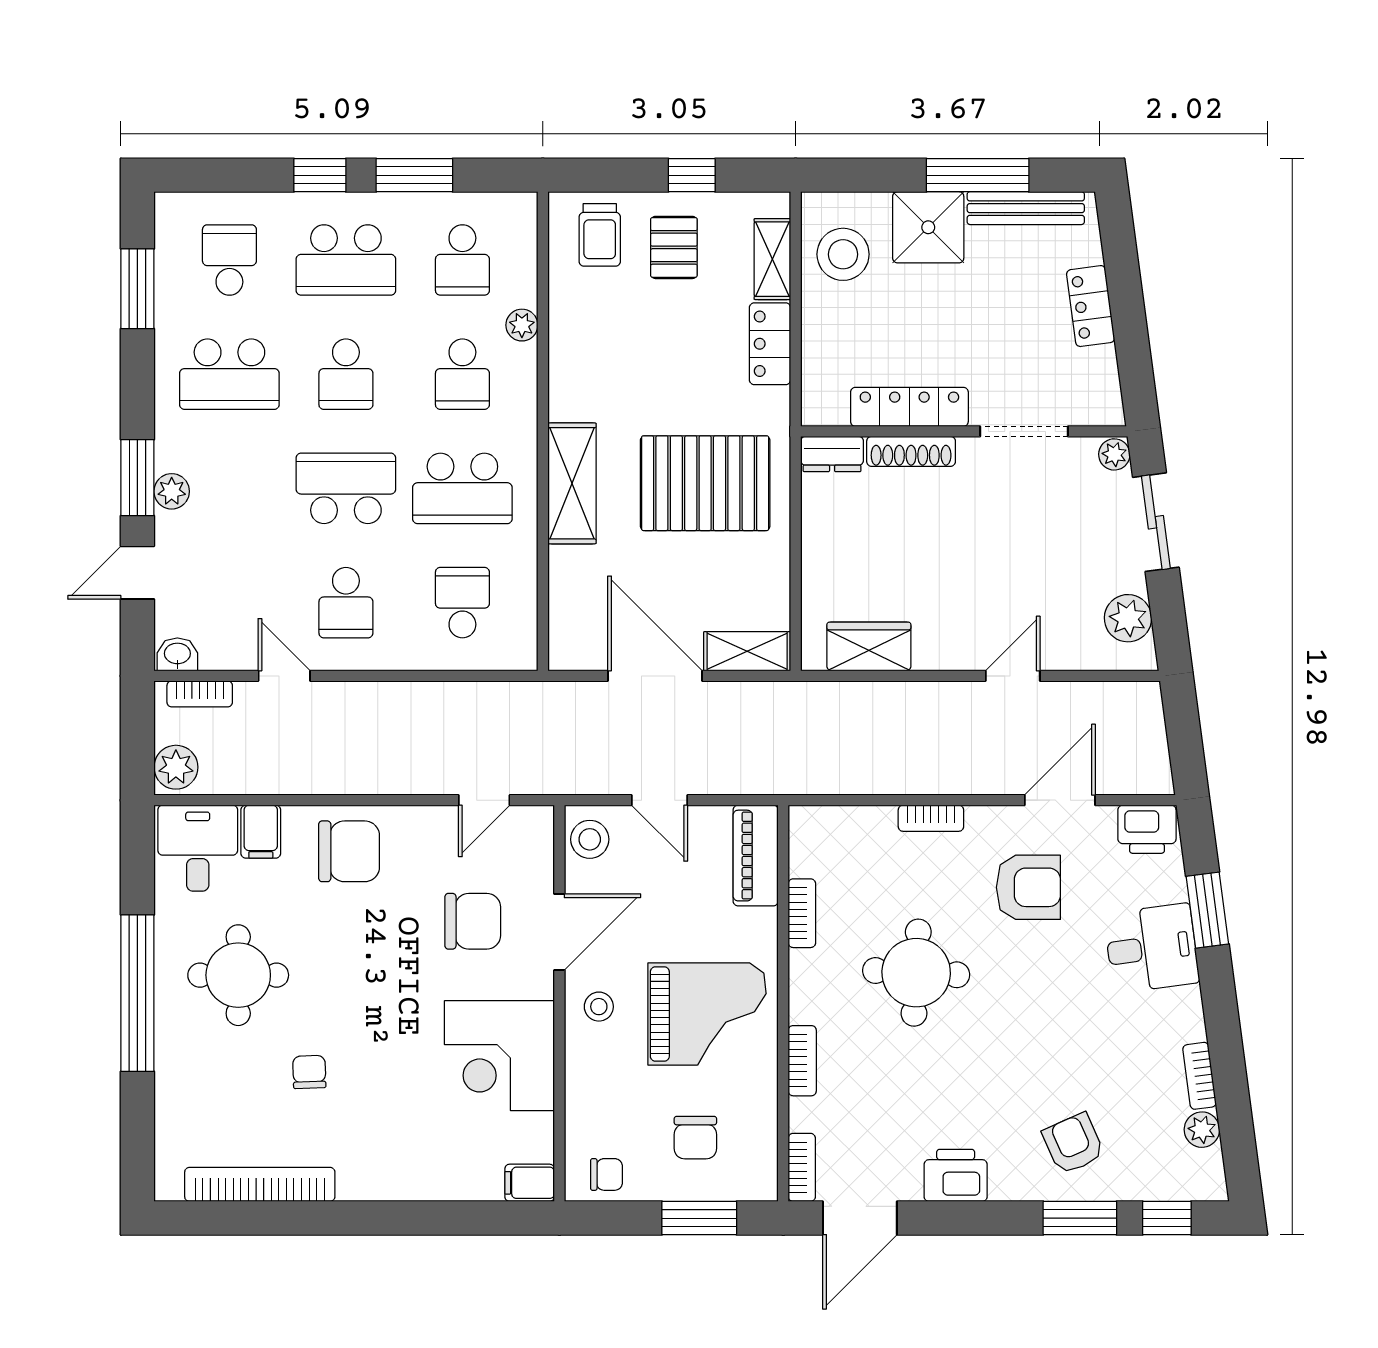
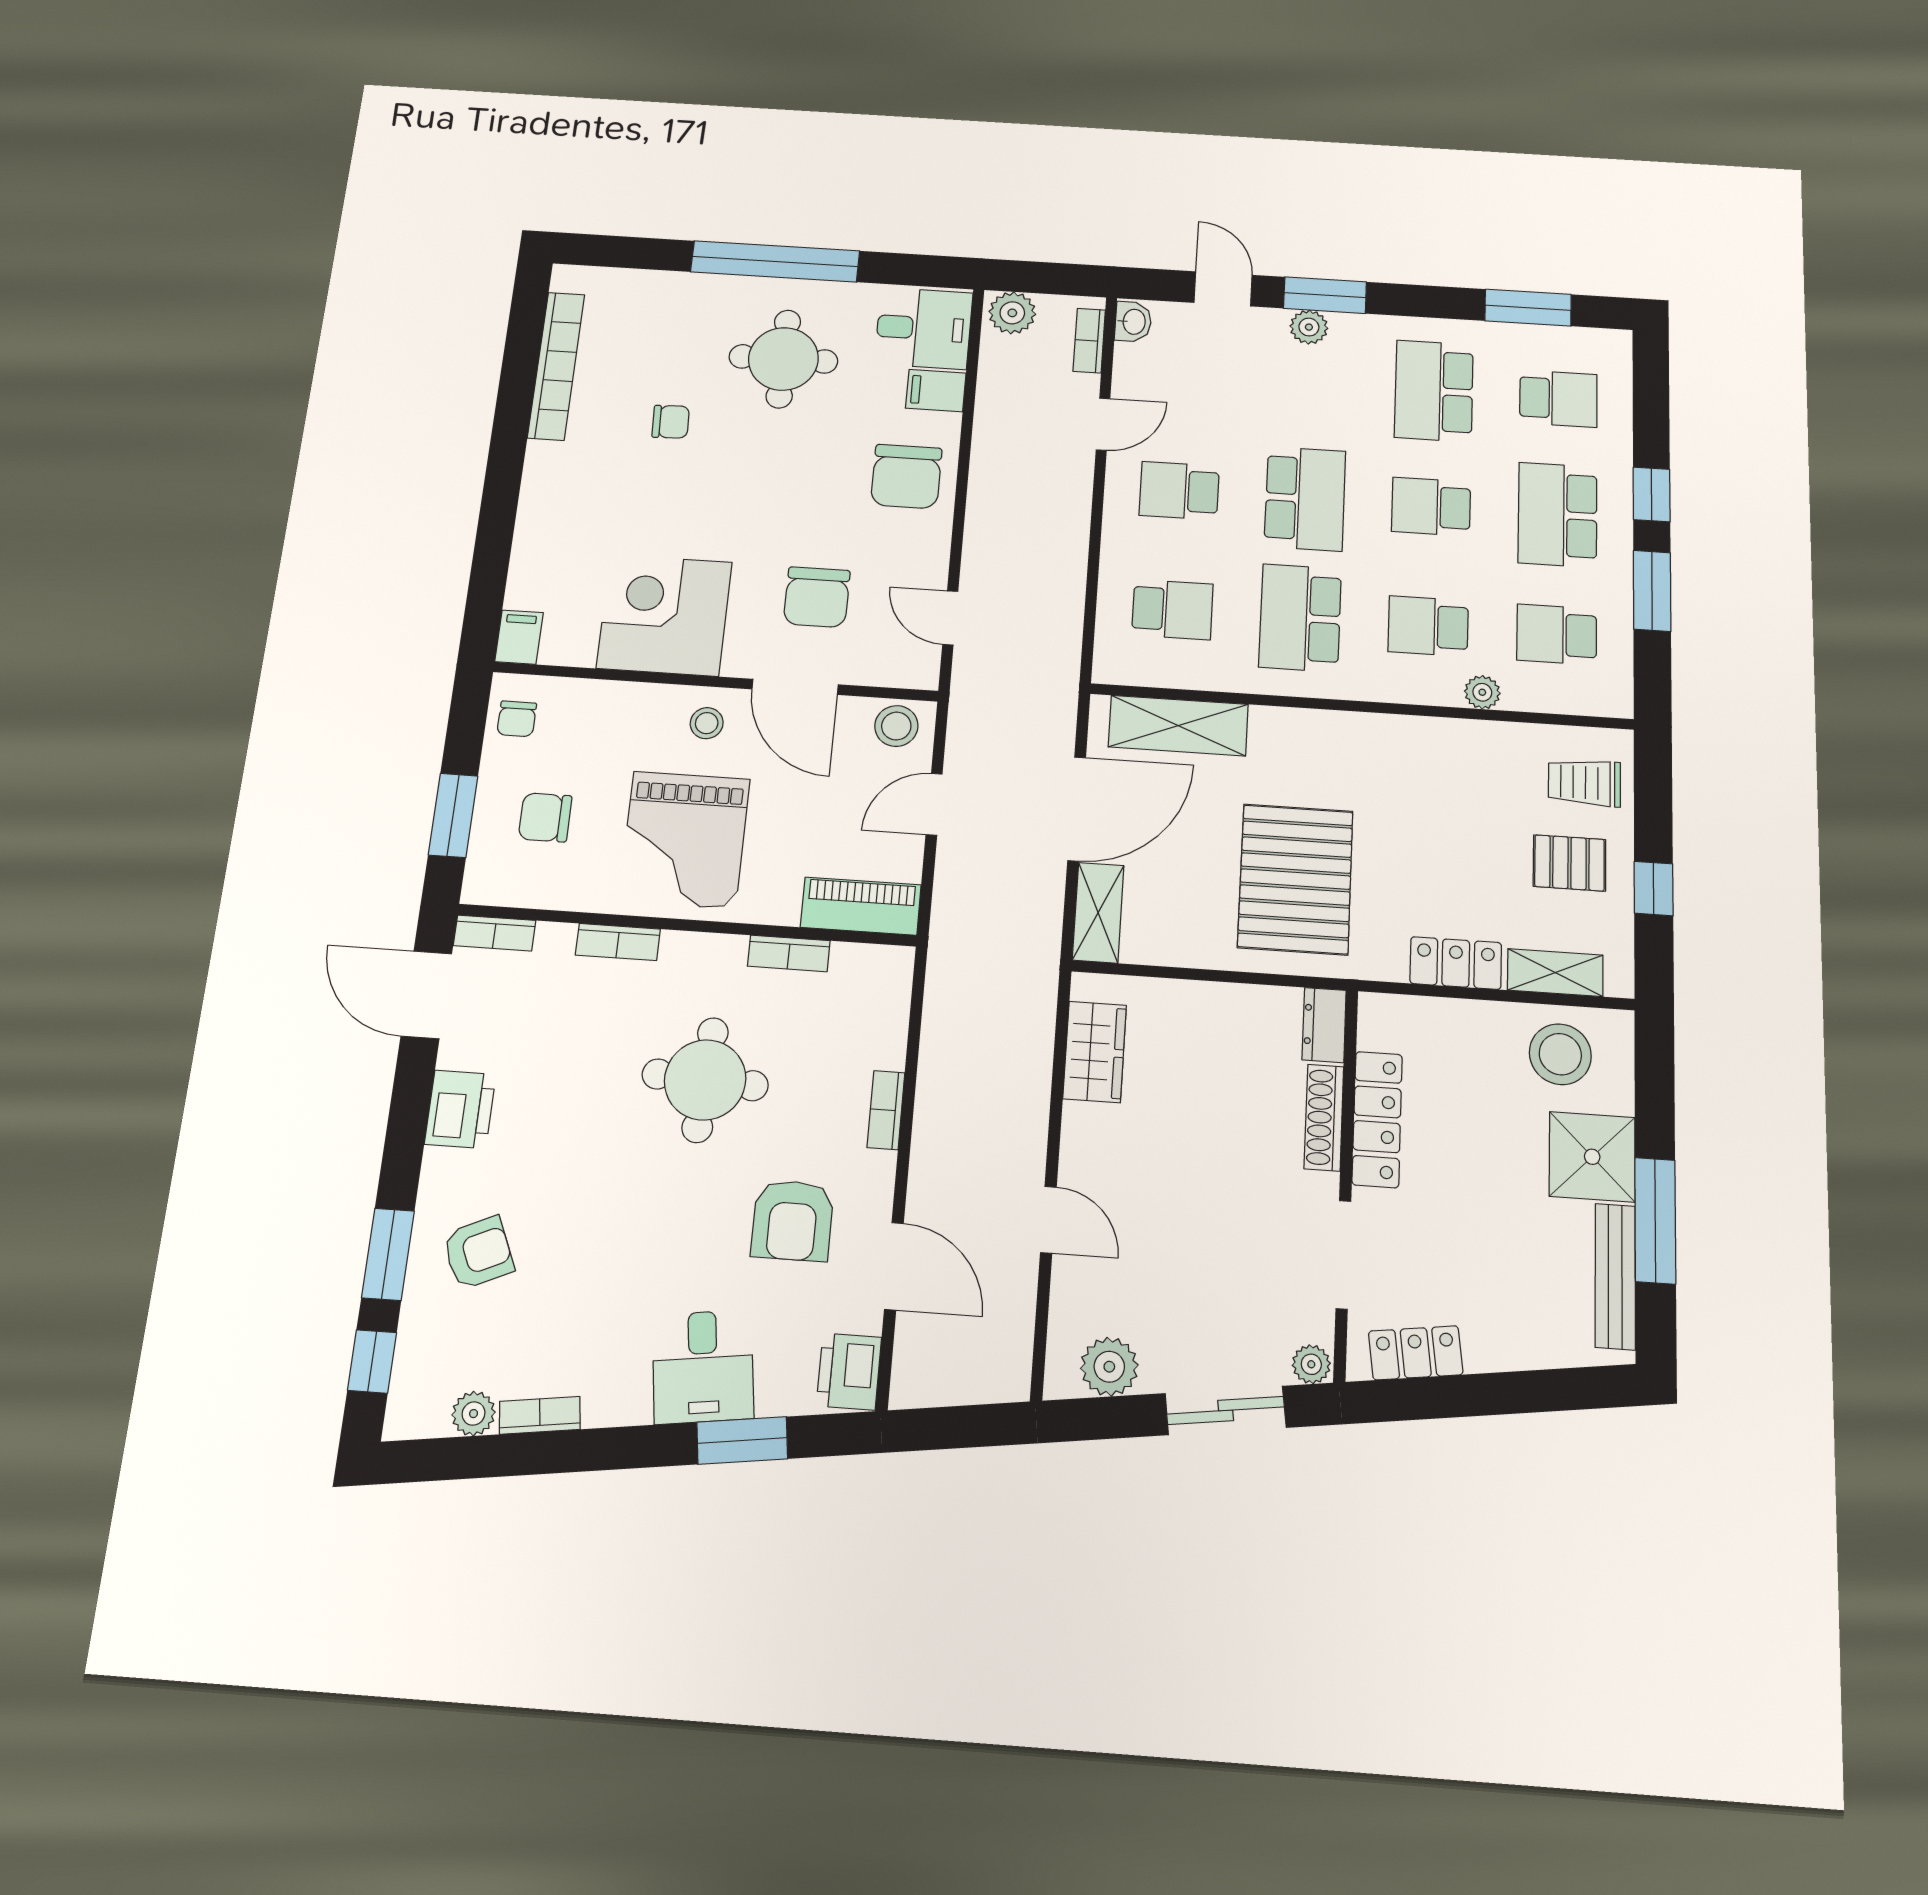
locker: (1091, 306) -> (1416, 1353), moved
shelving: (572, 483) -> (1178, 726), moved

